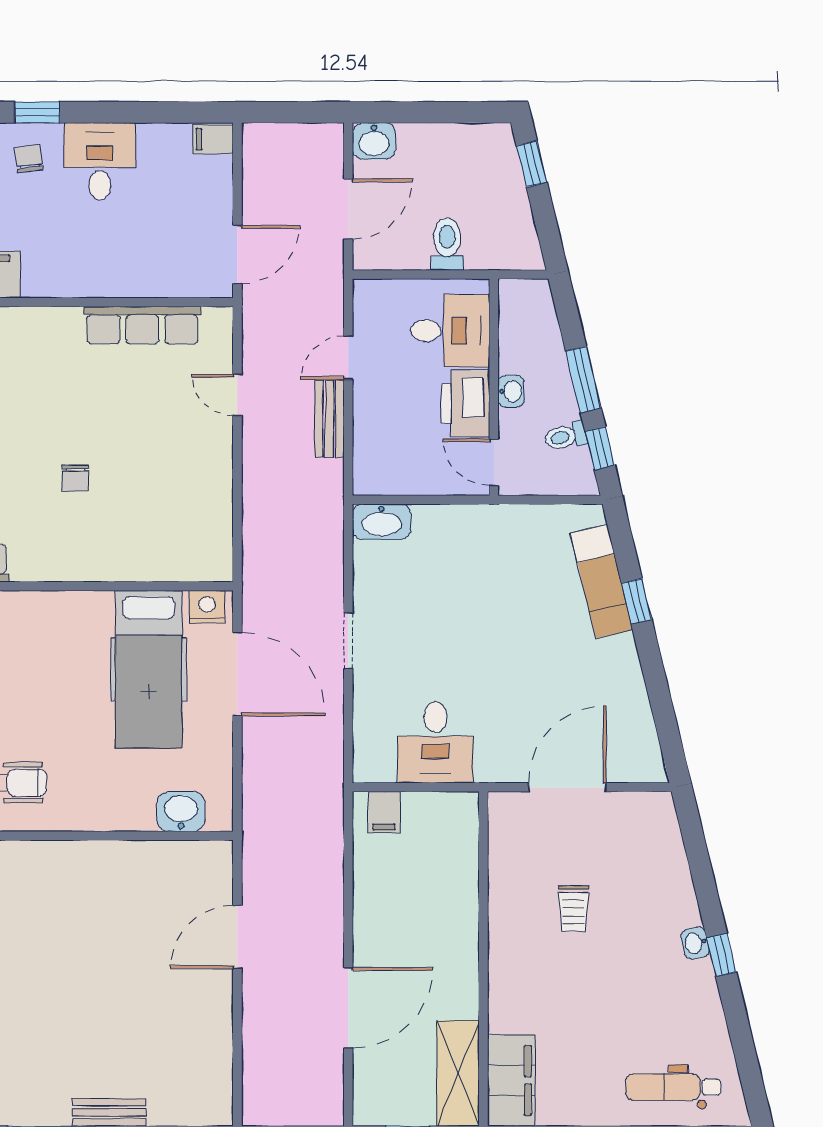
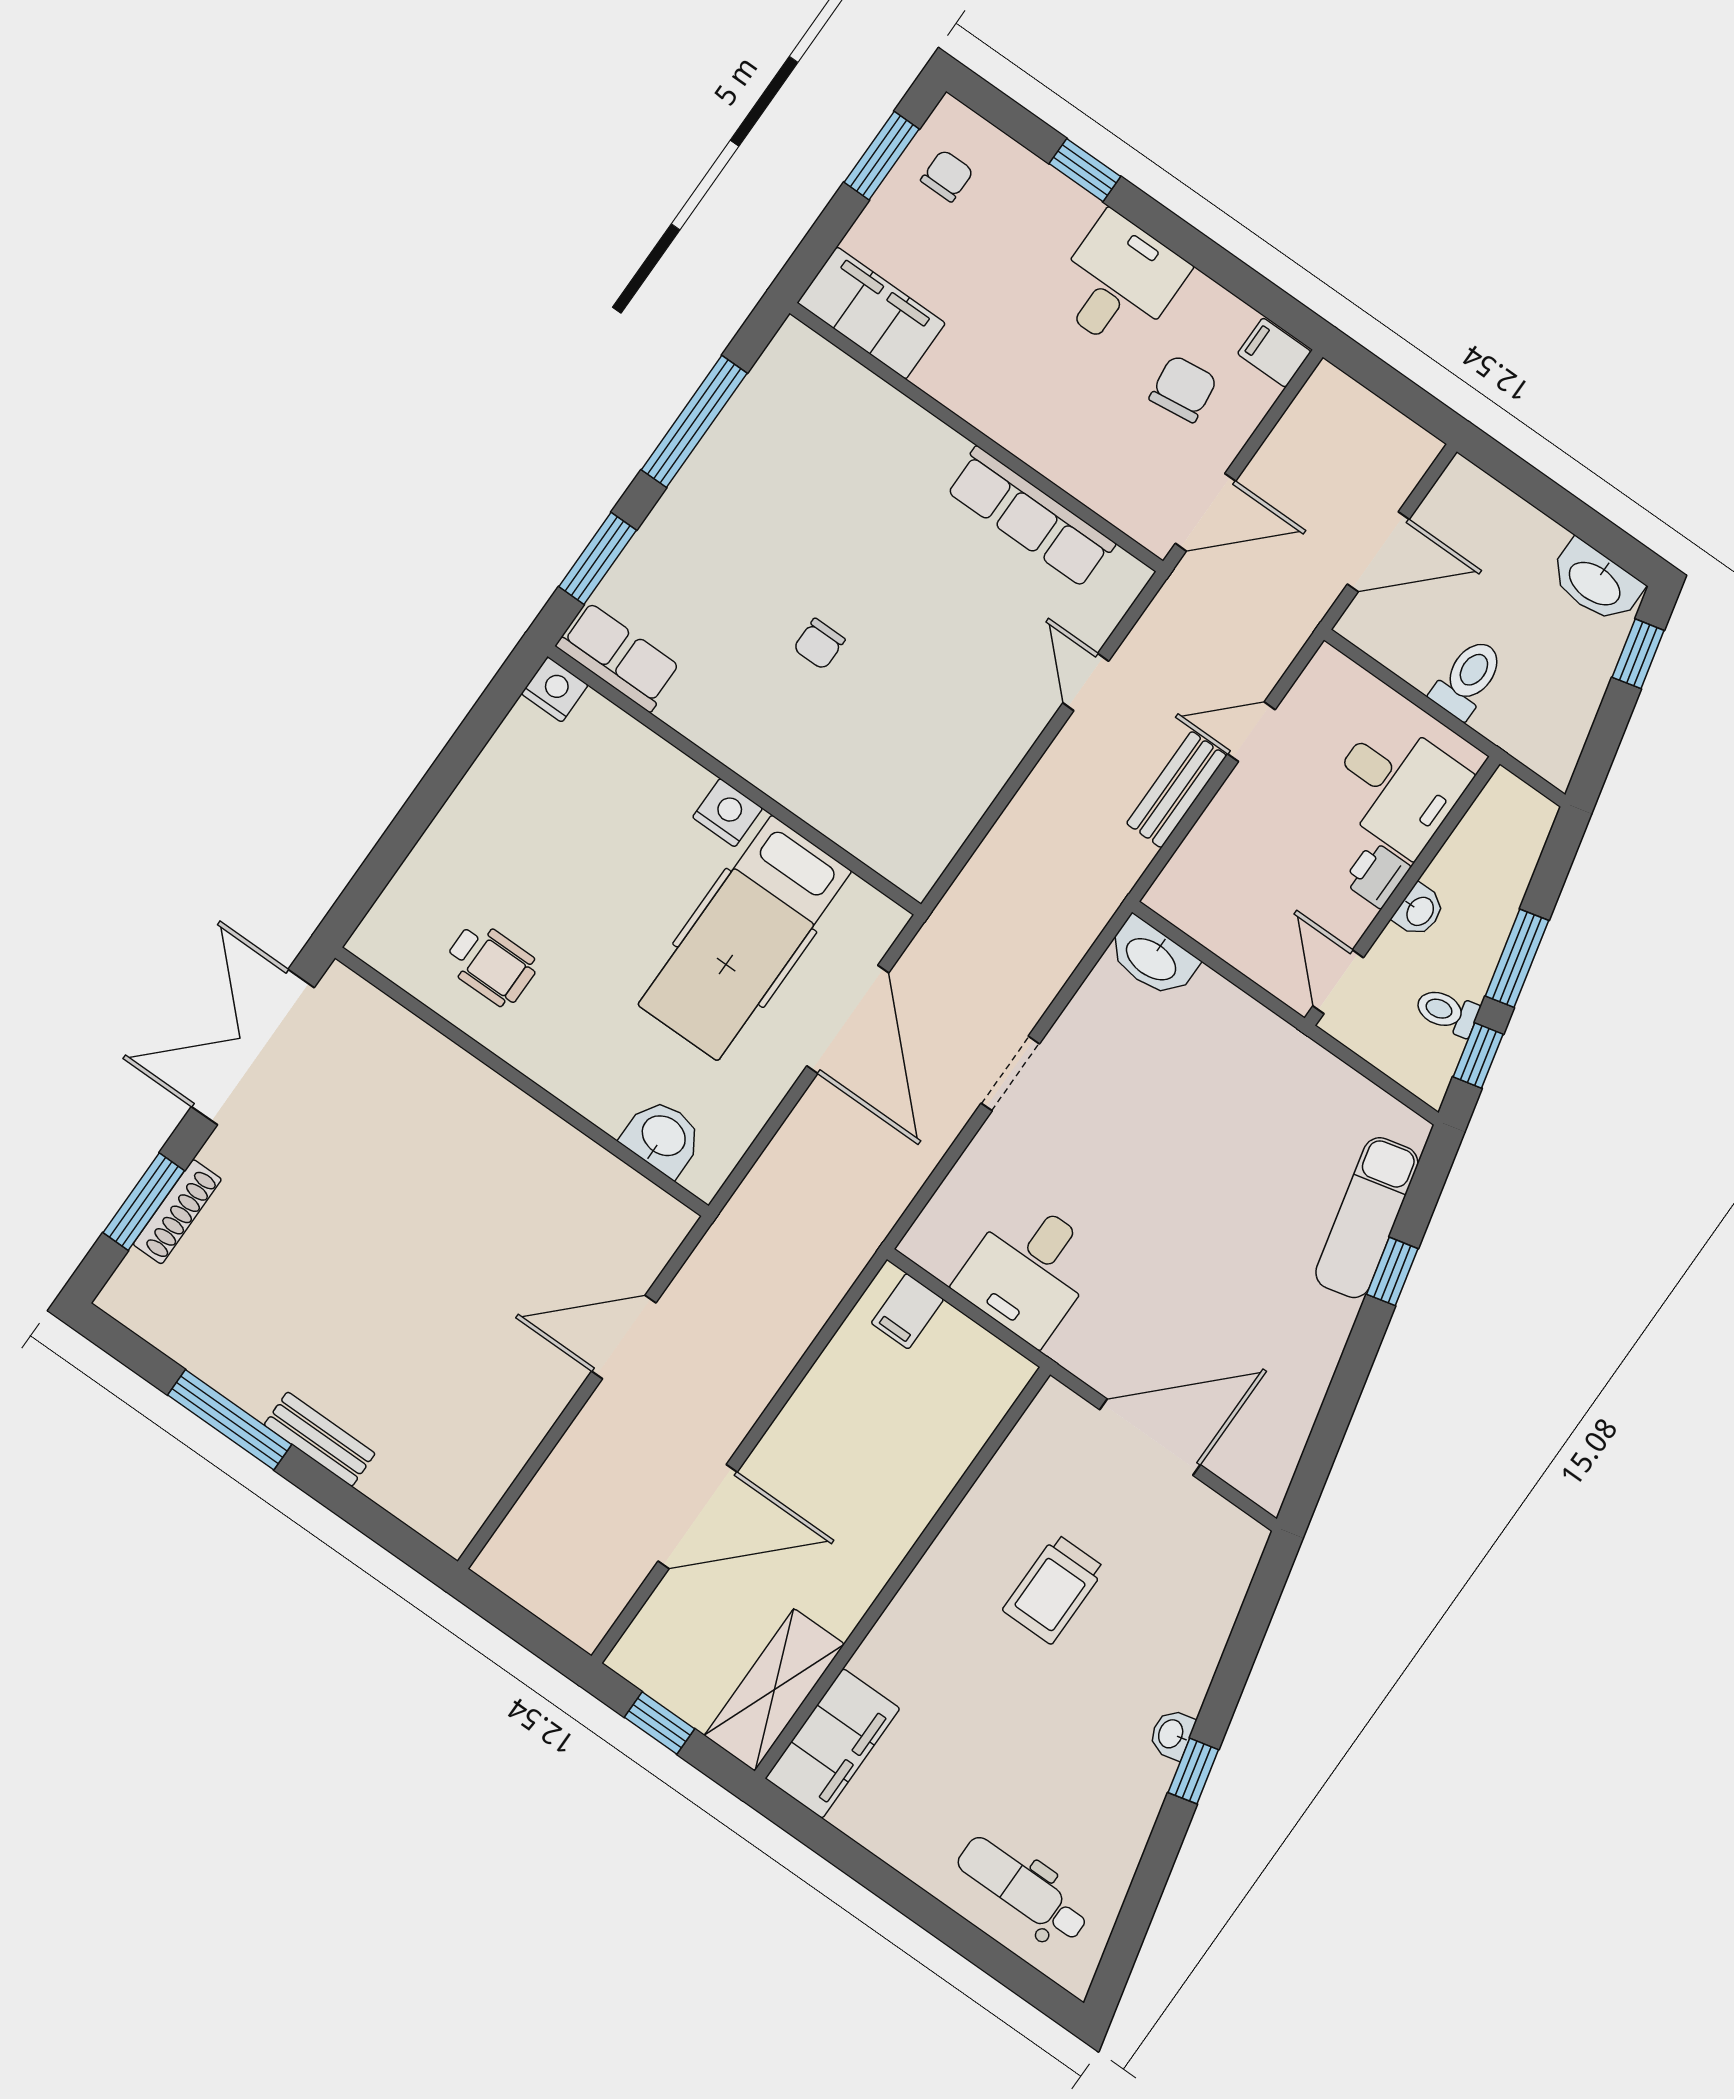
washbasin: (374, 141) -> (1595, 582), moved, width x1.38
chair: (29, 159) -> (1183, 389), moved, width x1.37, depth x1.37
printer: (465, 404) -> (1377, 875), width x0.53, depth x0.68
nightstand: (207, 607) -> (727, 813), moved
trolley: (573, 909) -> (1054, 1589), width x1.36, depth x1.39

